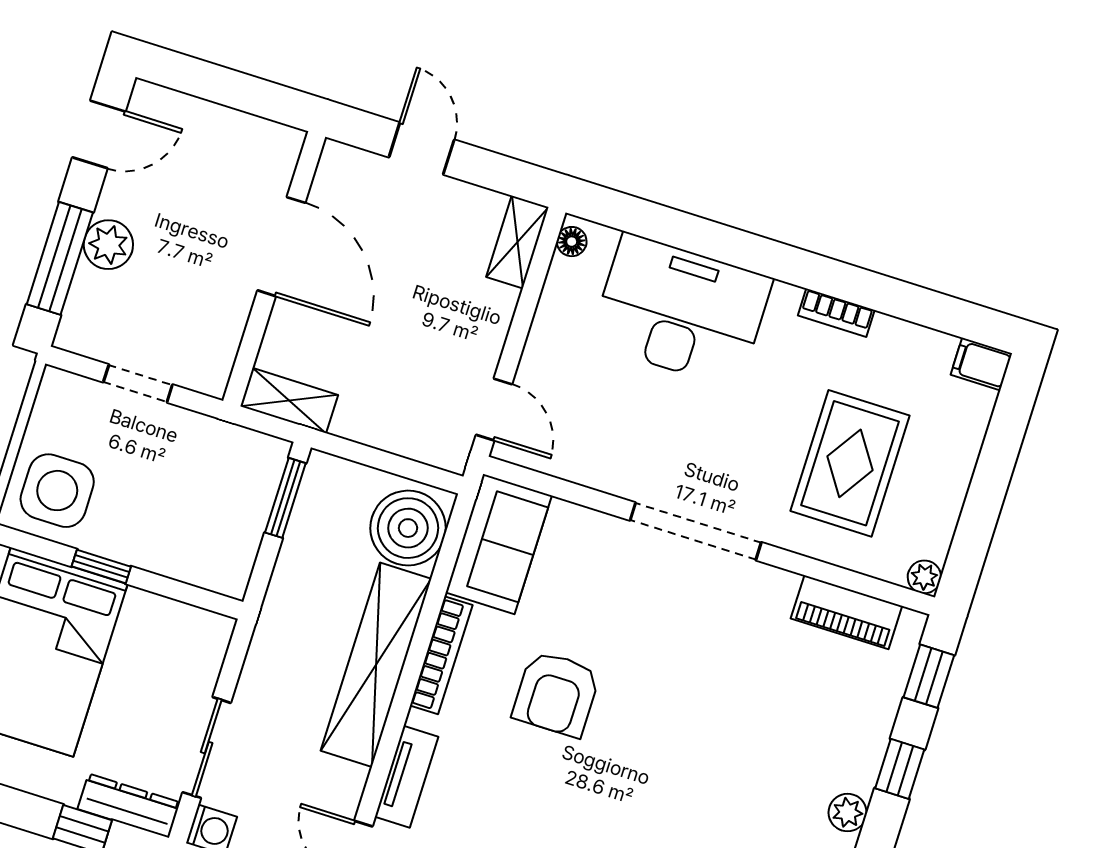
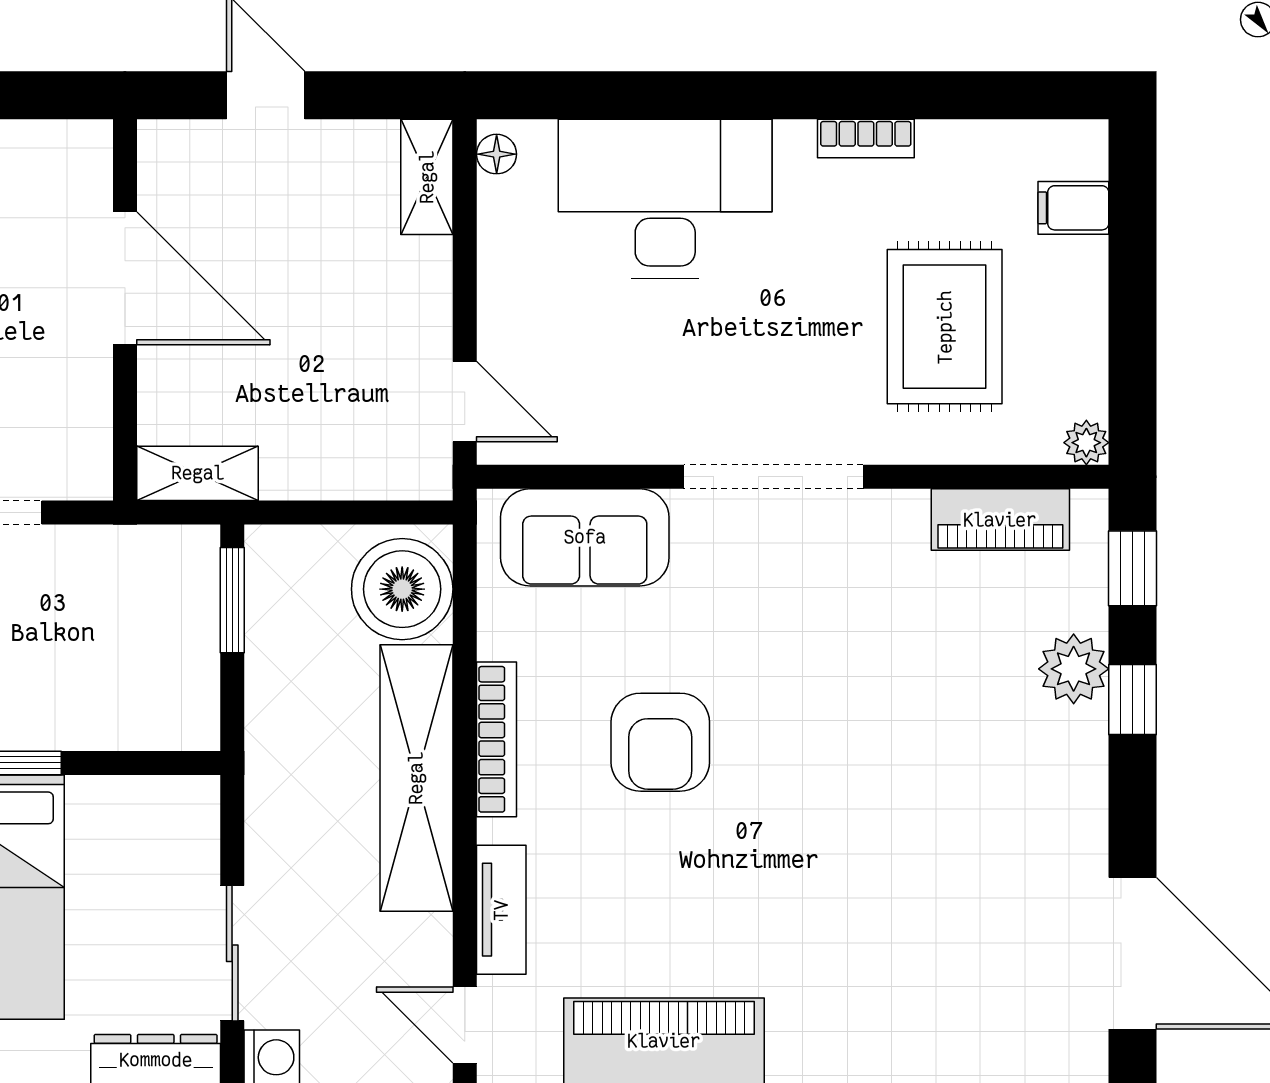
filing cabinet: (981, 364) -> (1073, 208), moved
sofa: (499, 544) -> (585, 537), moved, turned 90
plant: (848, 813) -> (1074, 669), moved, width x1.38, depth x1.38

